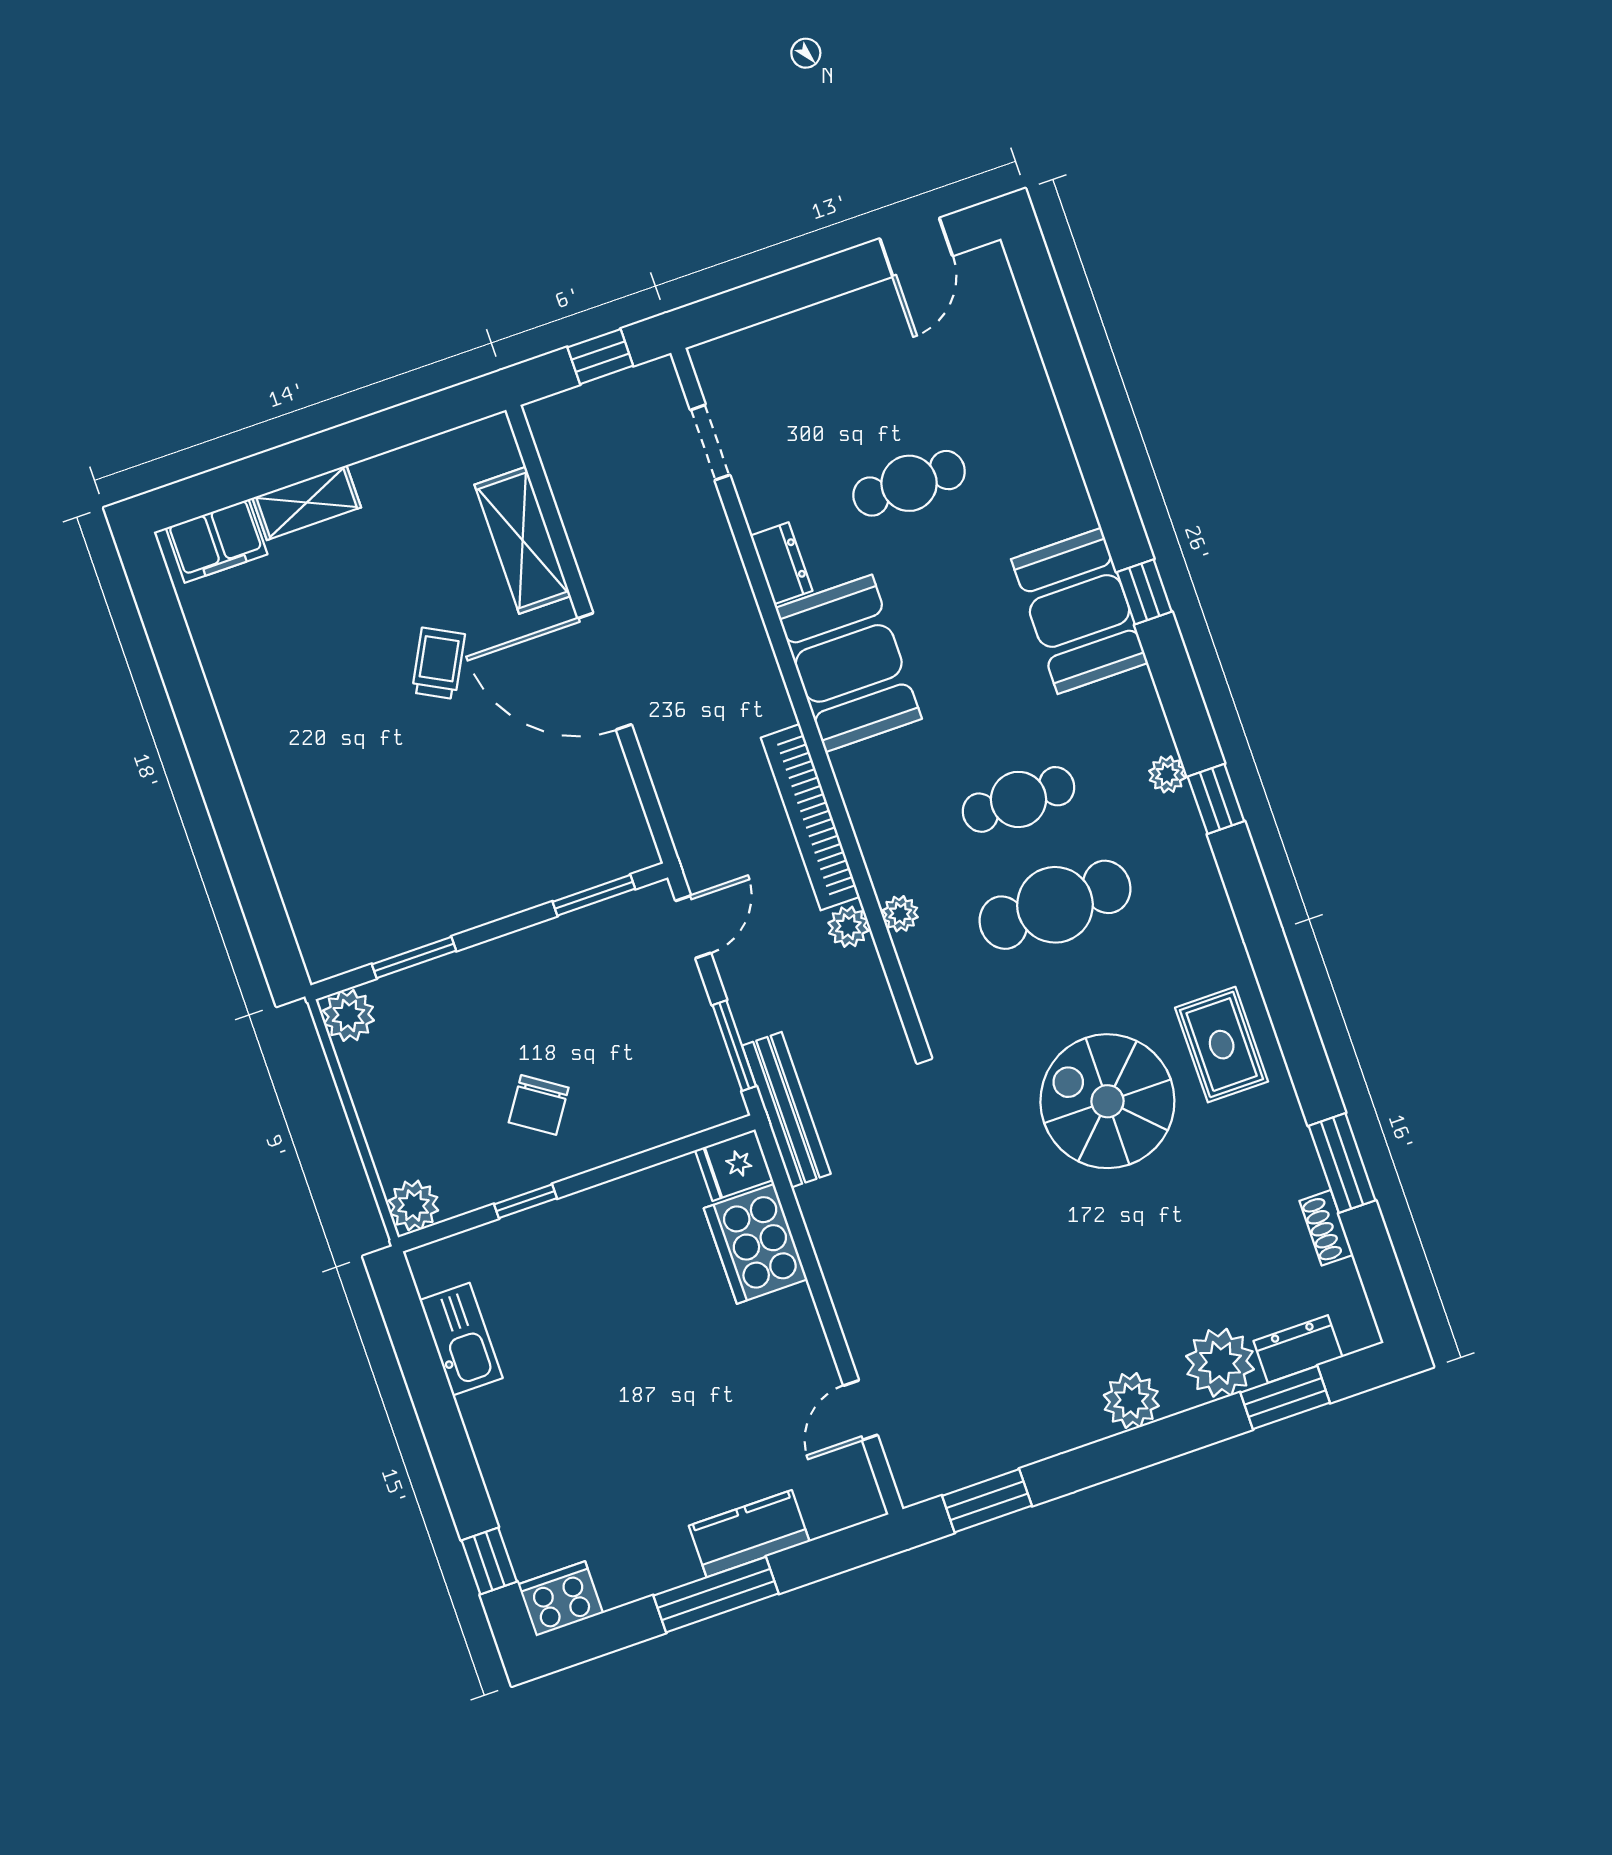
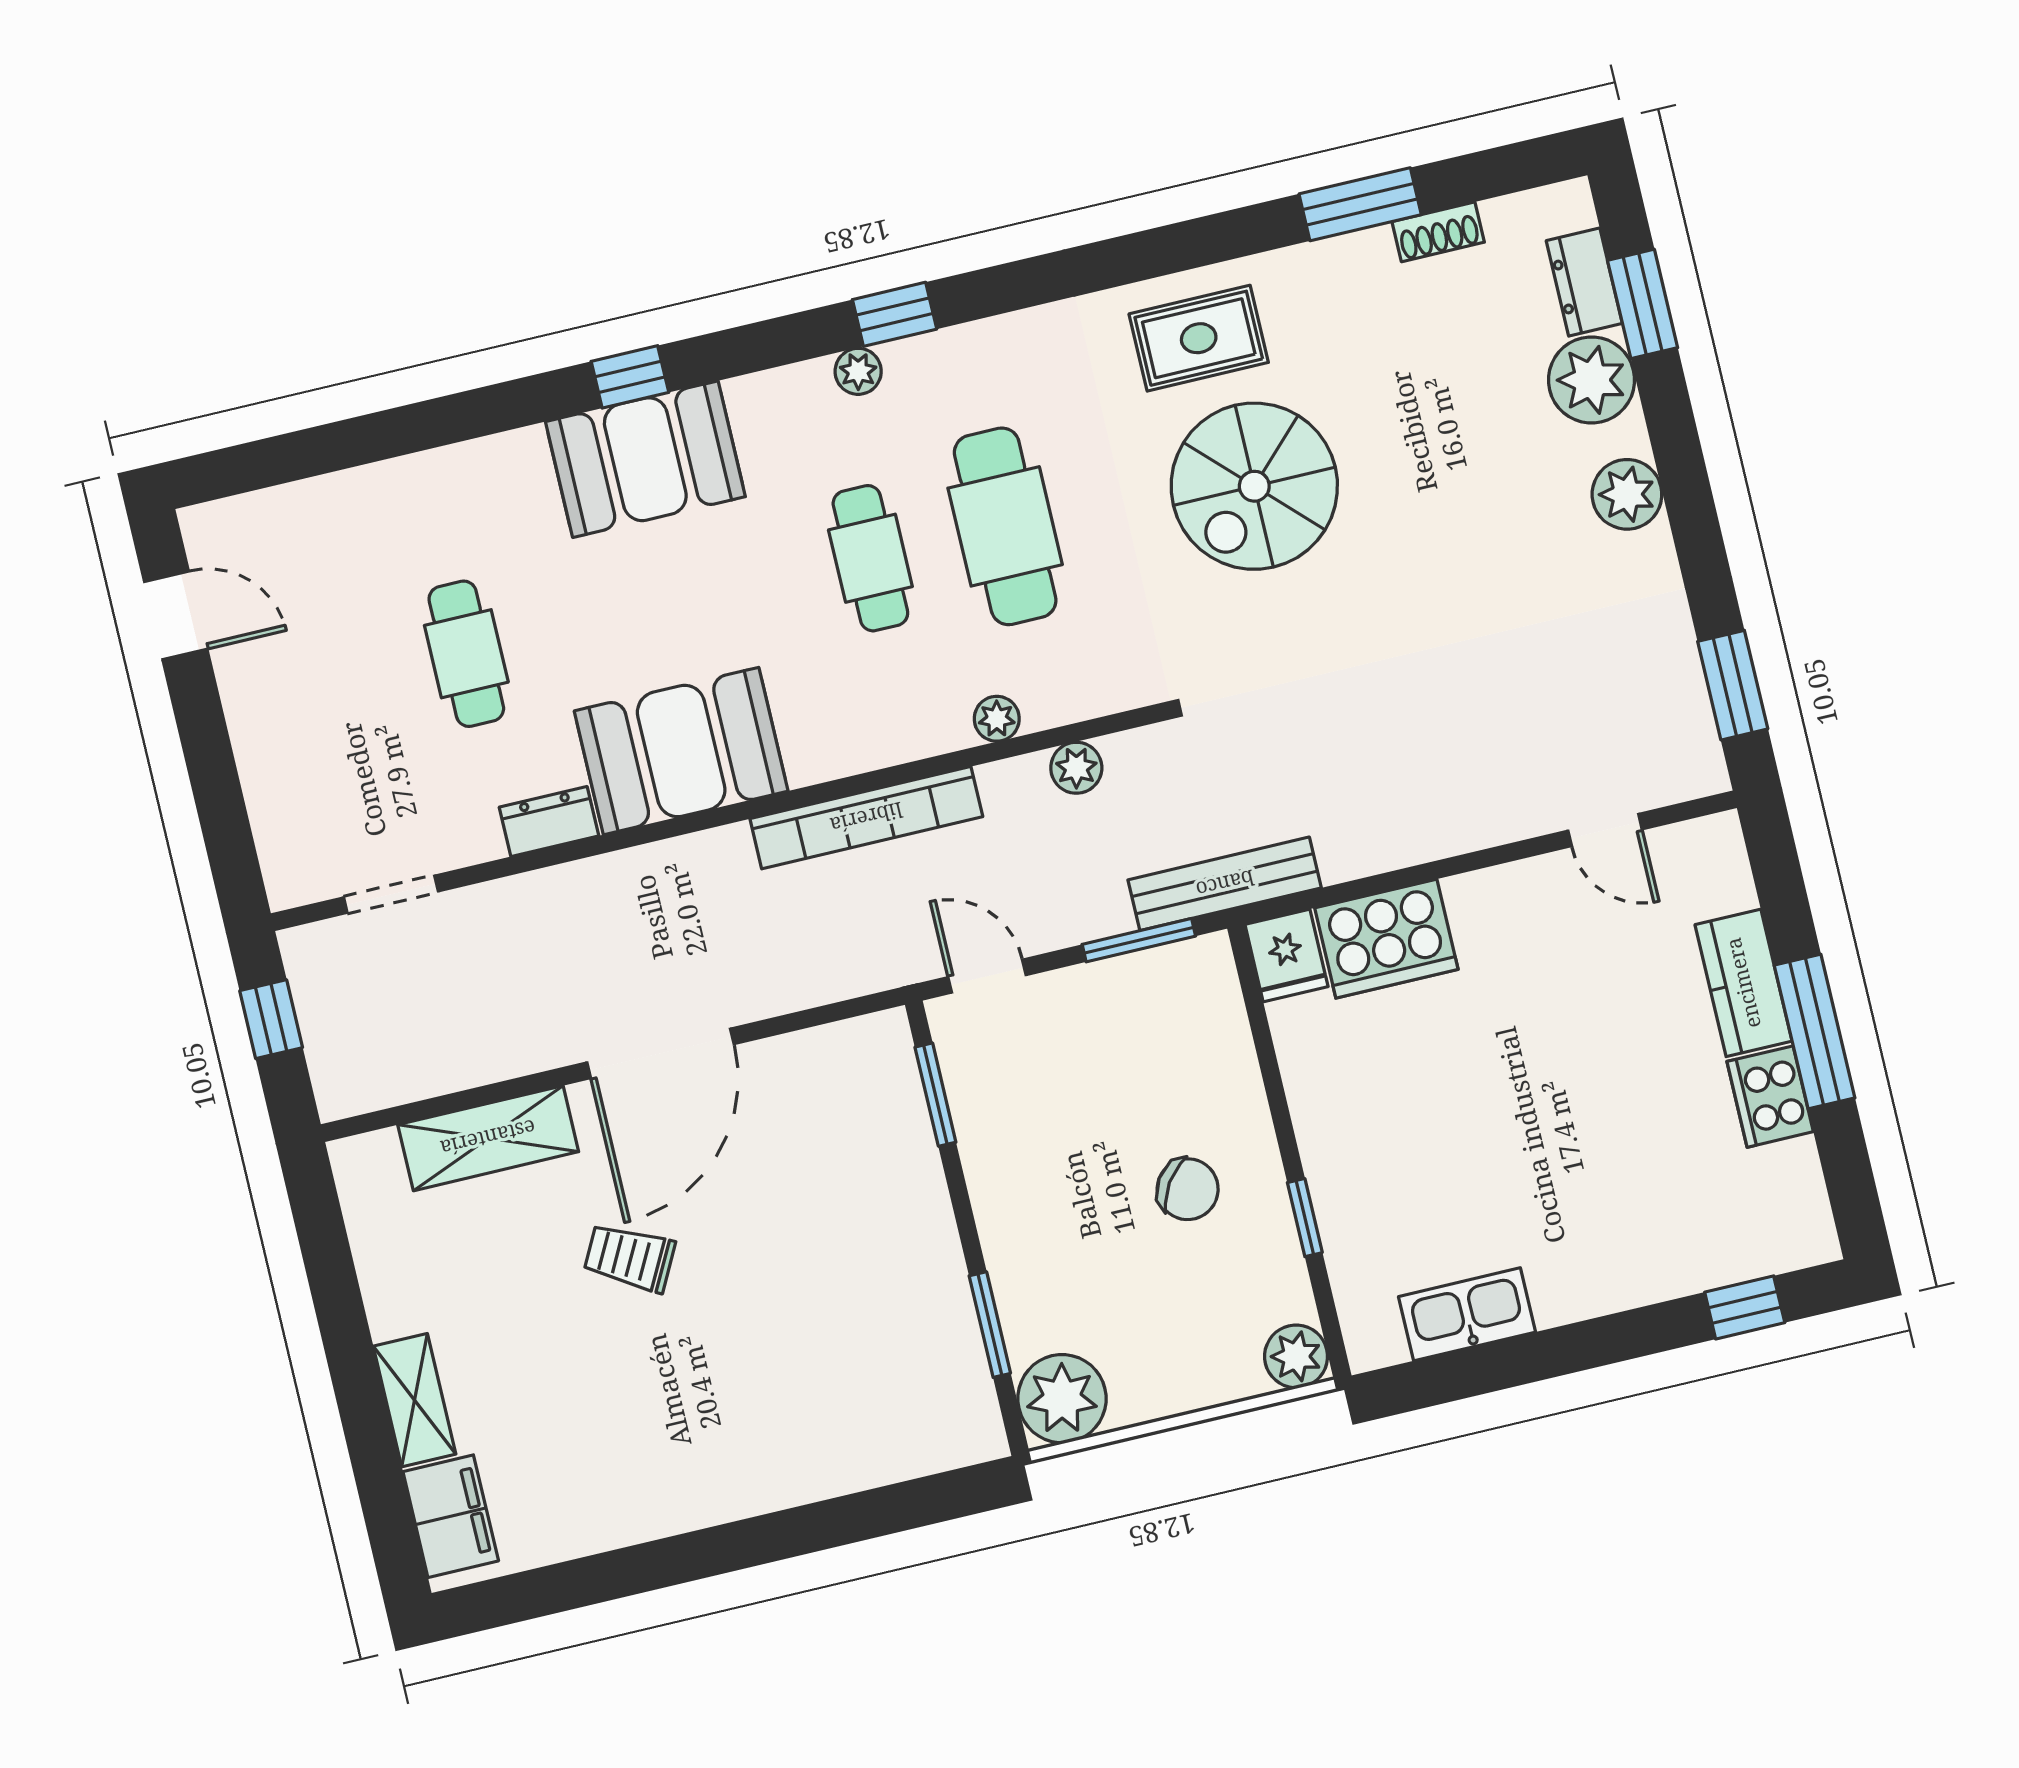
plant: (848, 927) -> (1076, 768), moved
plant: (348, 1015) -> (1062, 1399), width x1.36, depth x1.36
cooker: (560, 1599) -> (1770, 1097), moved

